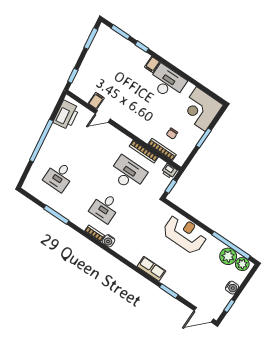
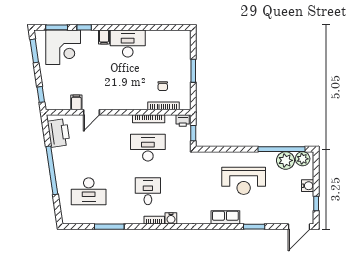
corner desk: (201, 109) -> (63, 47), moved, turned -90
desk: (59, 176) -> (89, 191), width x1.37
desk: (105, 208) -> (148, 191), turned 180
reception desk: (185, 234) -> (244, 181), moved, turned 180

